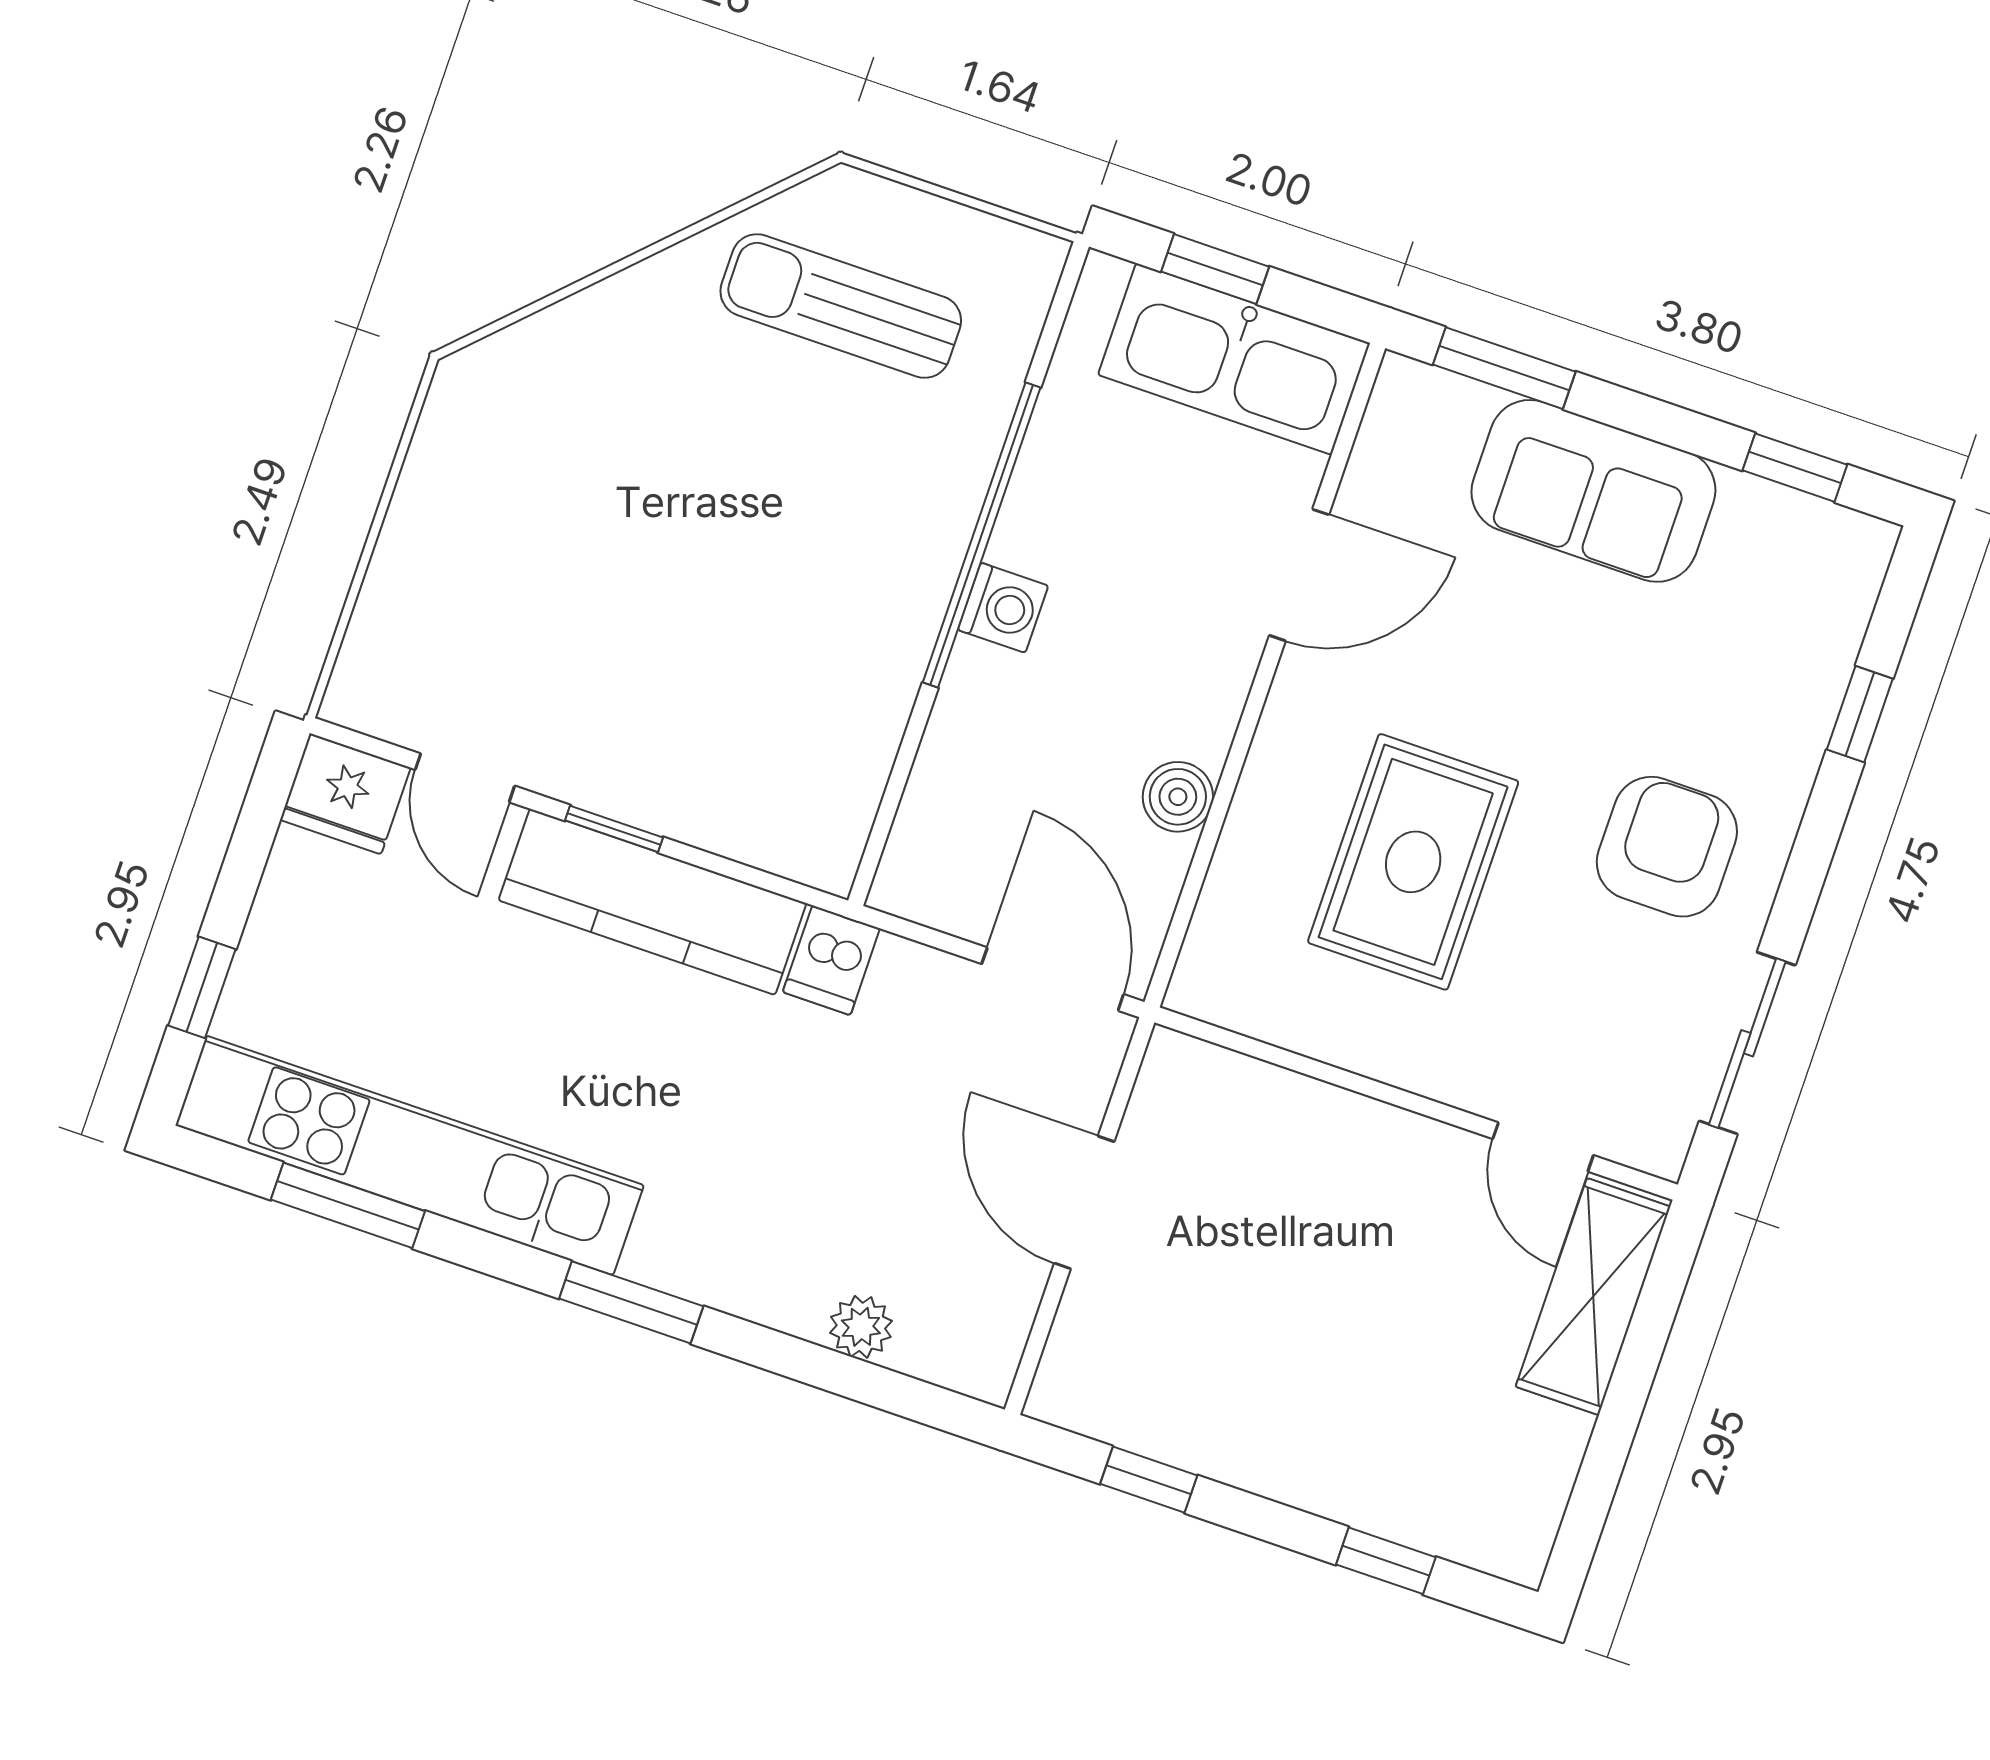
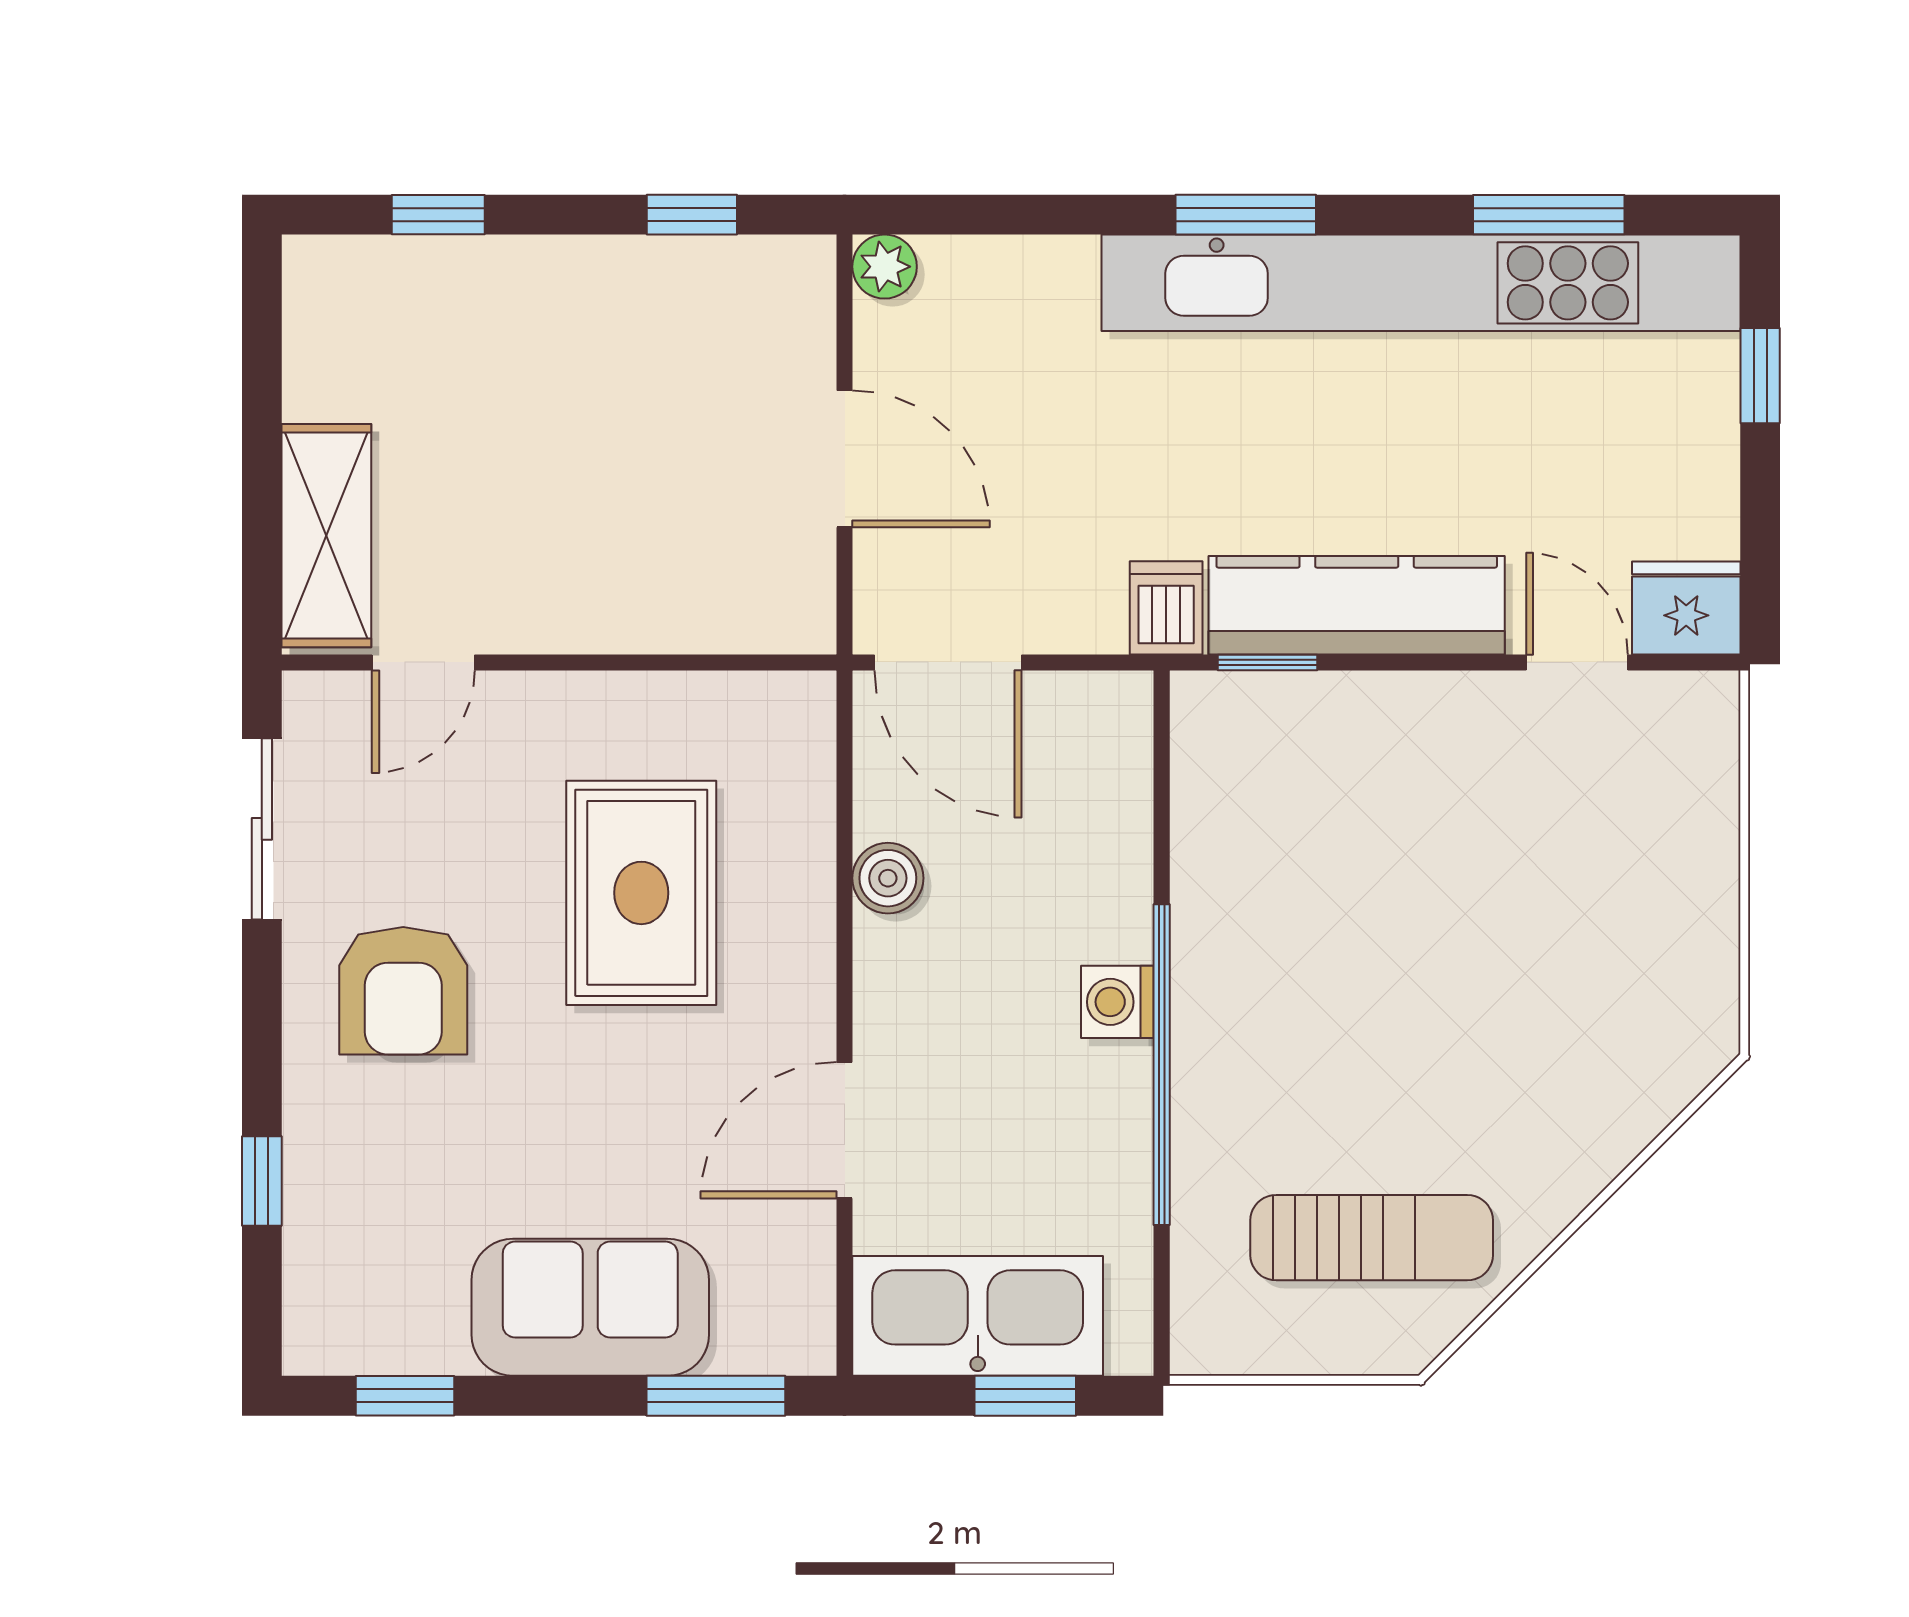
window: (614, 829) -> (1268, 662), moved
door: (1543, 1147) -> (423, 662), swing flipped
kitchen unit: (410, 1155) -> (1421, 283), width x1.36
plant: (861, 1327) -> (885, 267), moved

